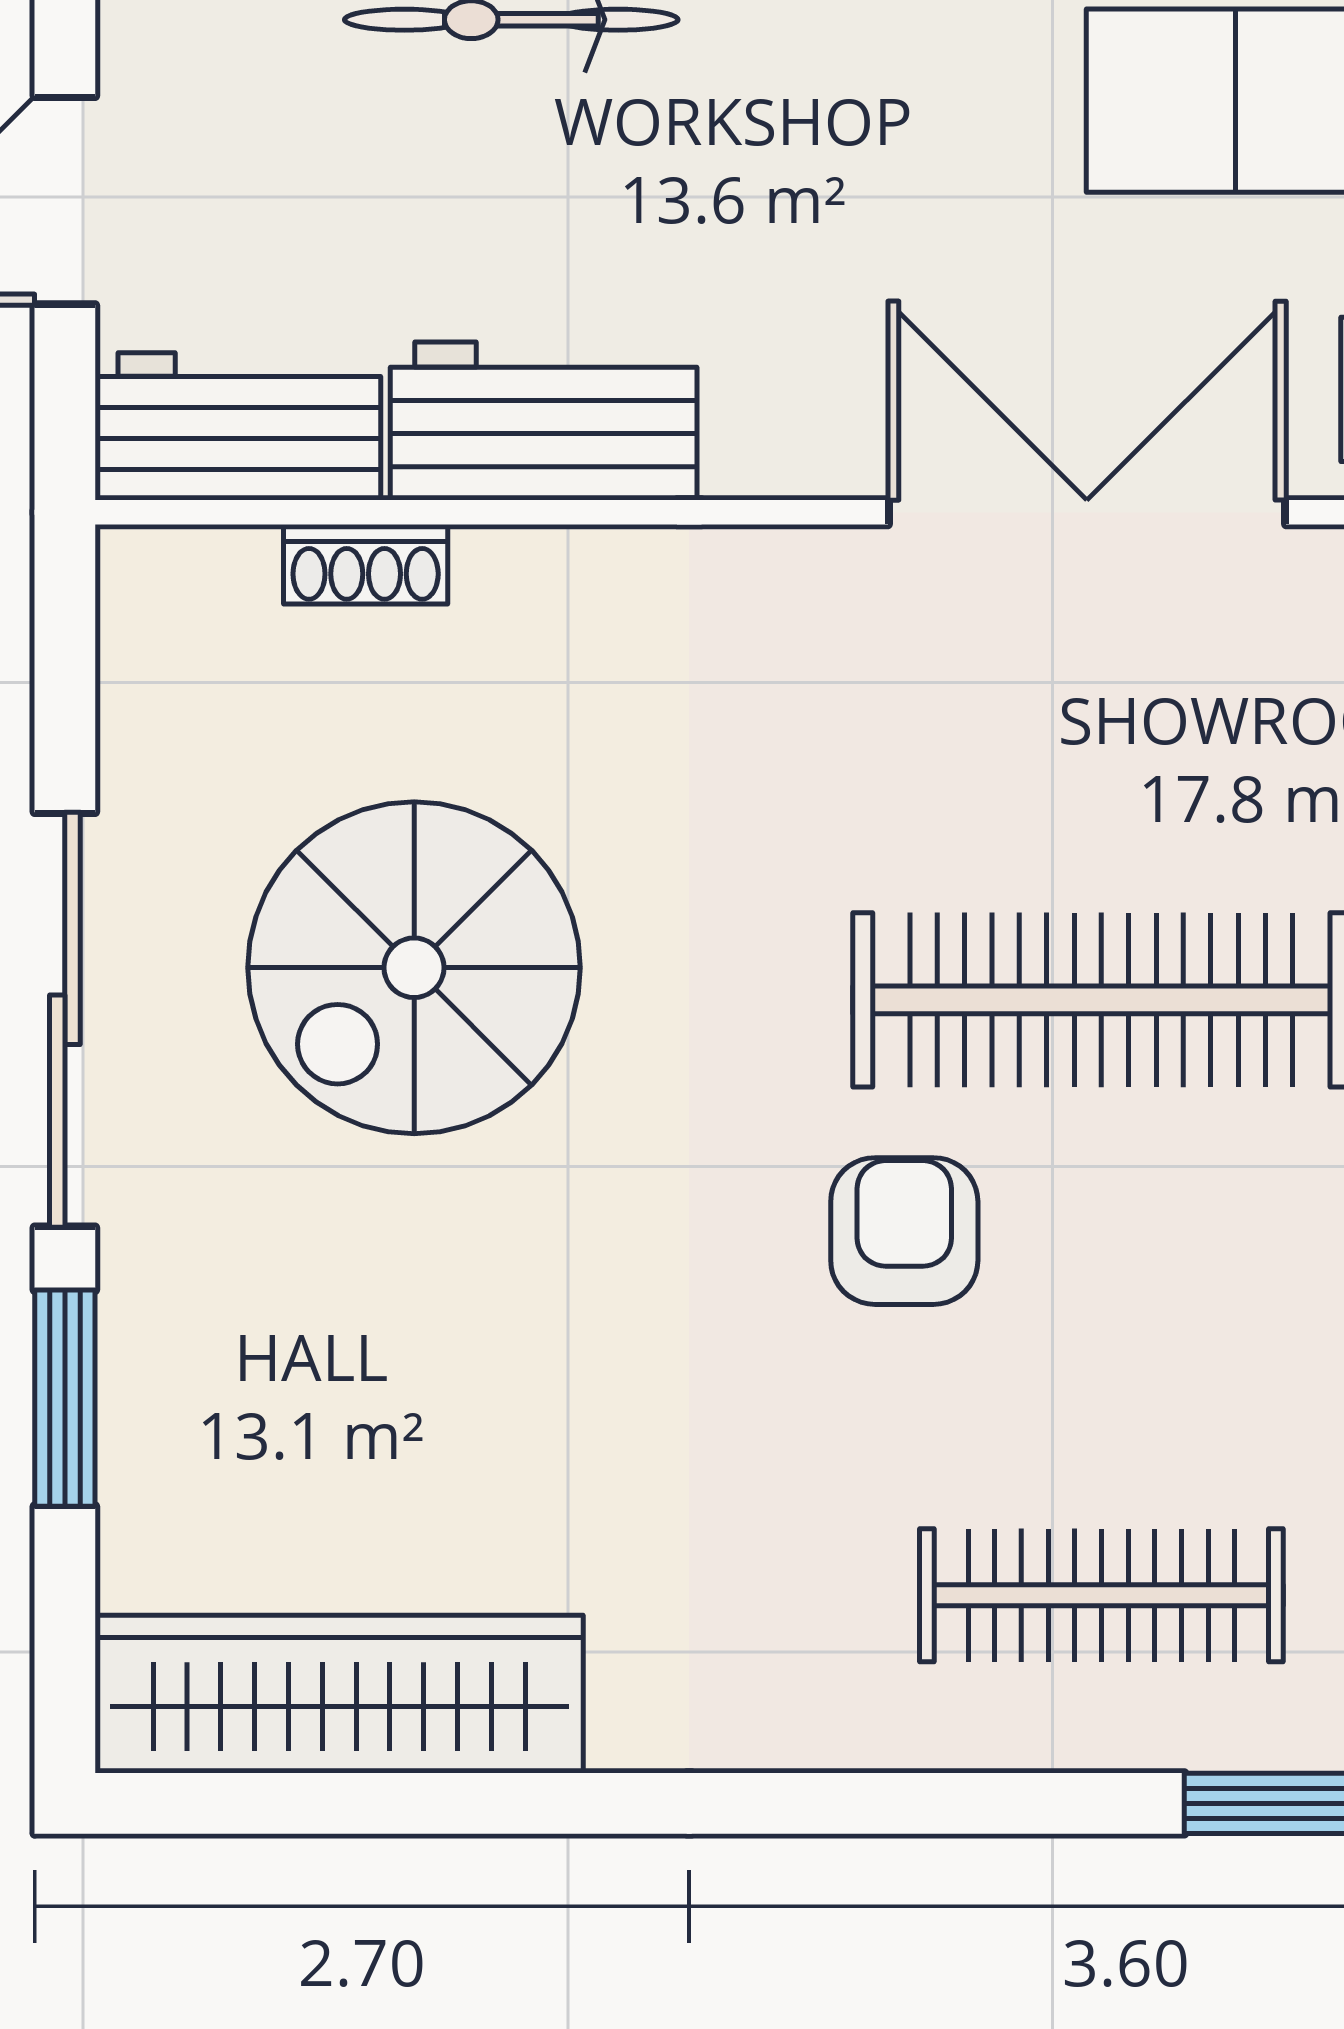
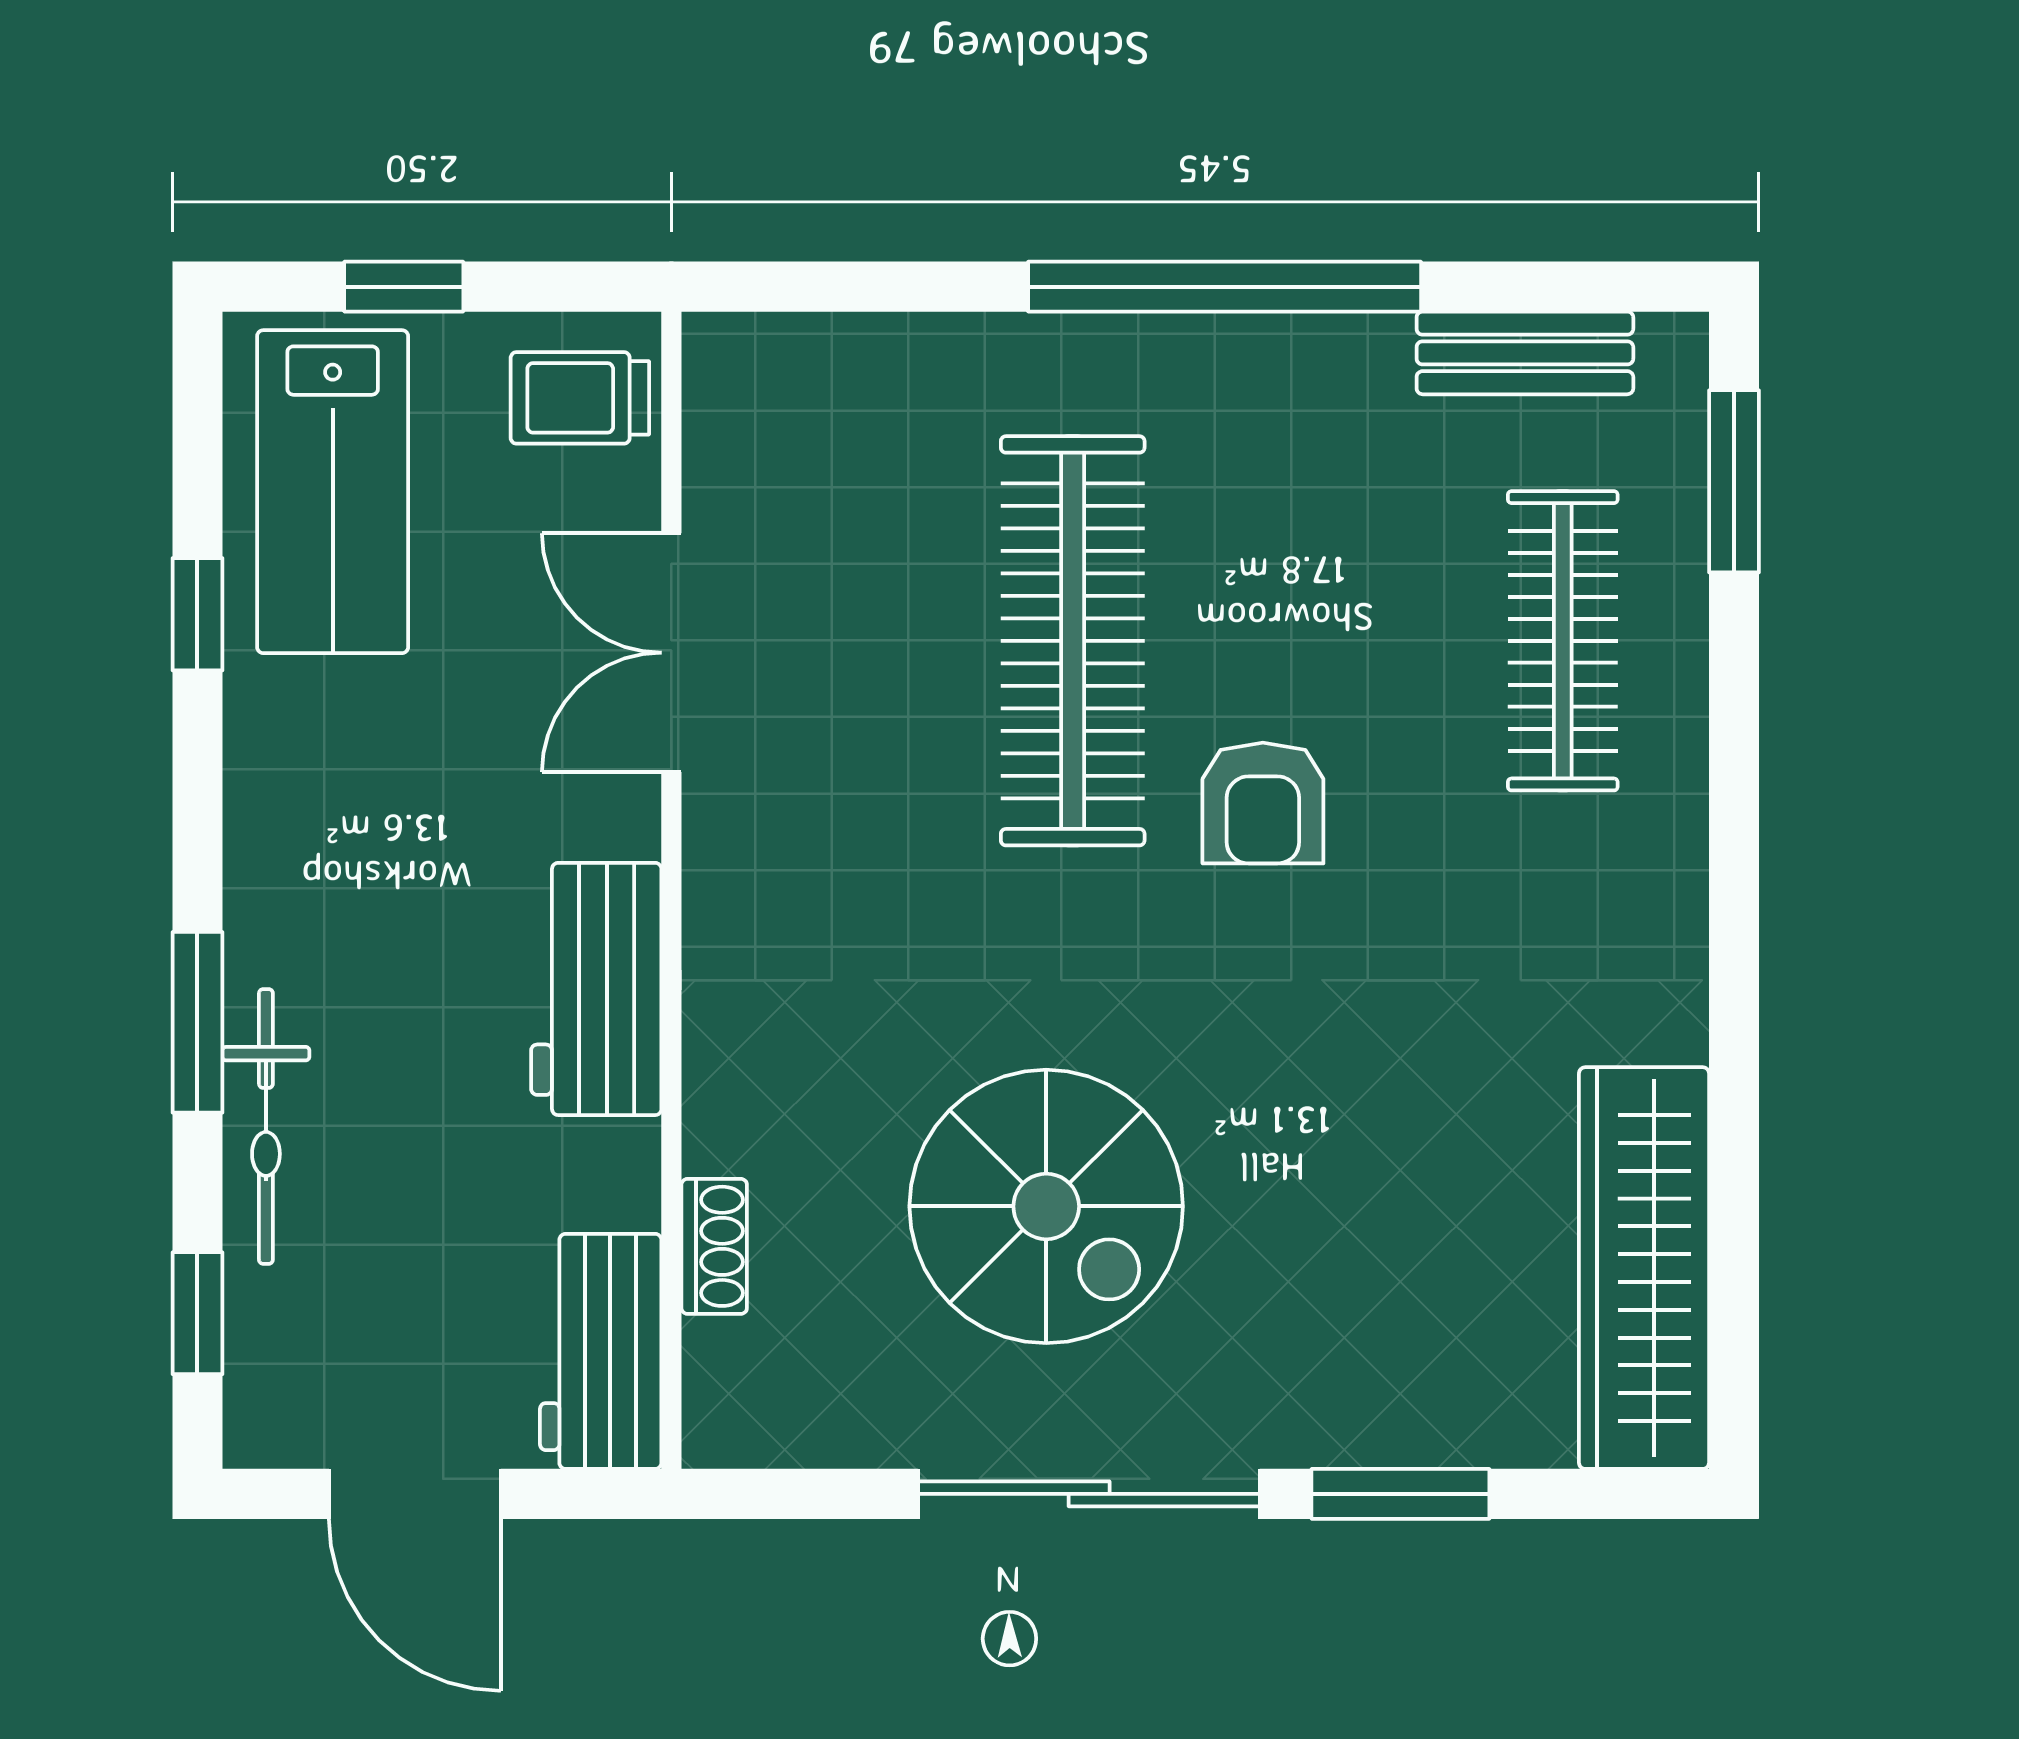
workbench: (544, 421) -> (596, 989), moved
double door: (1087, 512) -> (671, 653), width x0.73
armchair: (904, 1231) -> (1263, 803), turned -90

